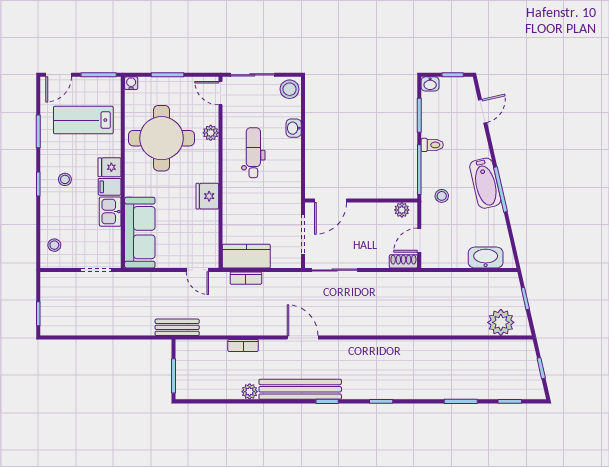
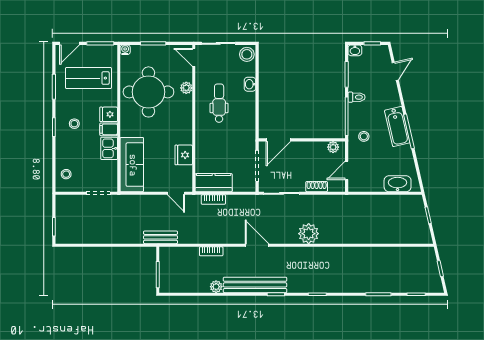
fridge: (207, 196) -> (184, 155), moved
shoe rack: (403, 261) -> (317, 187), moved
plant: (501, 322) -> (309, 234), moved

